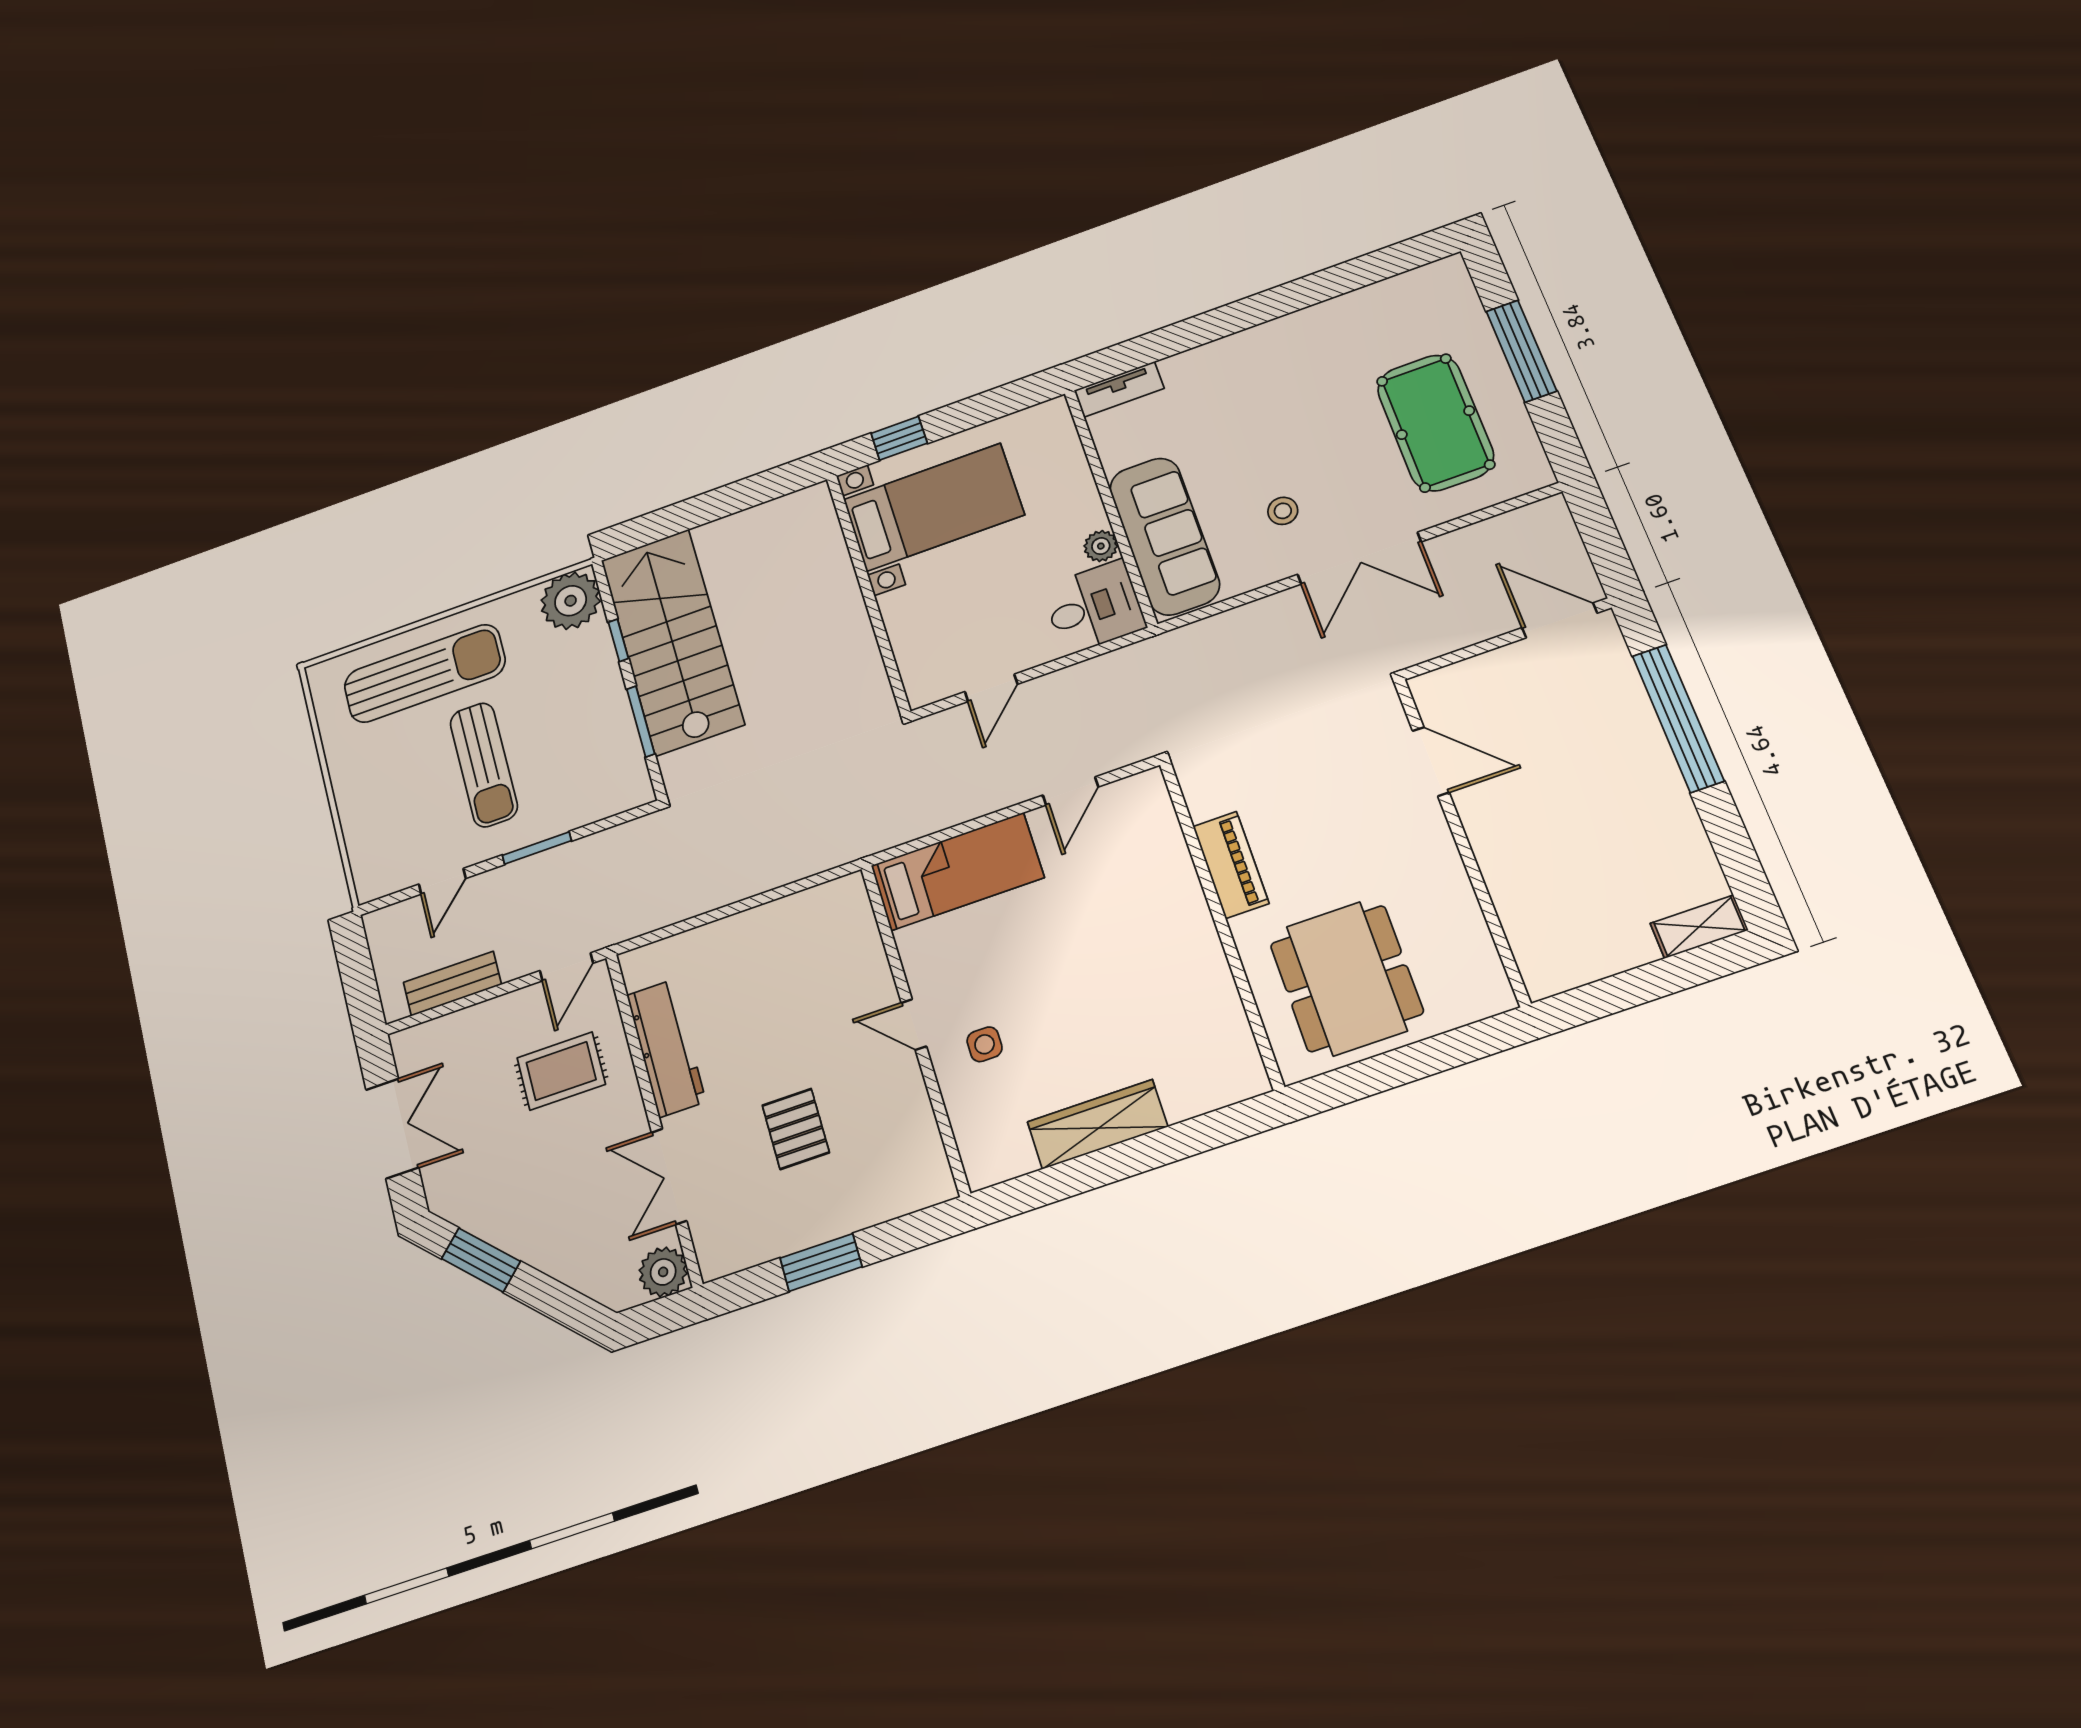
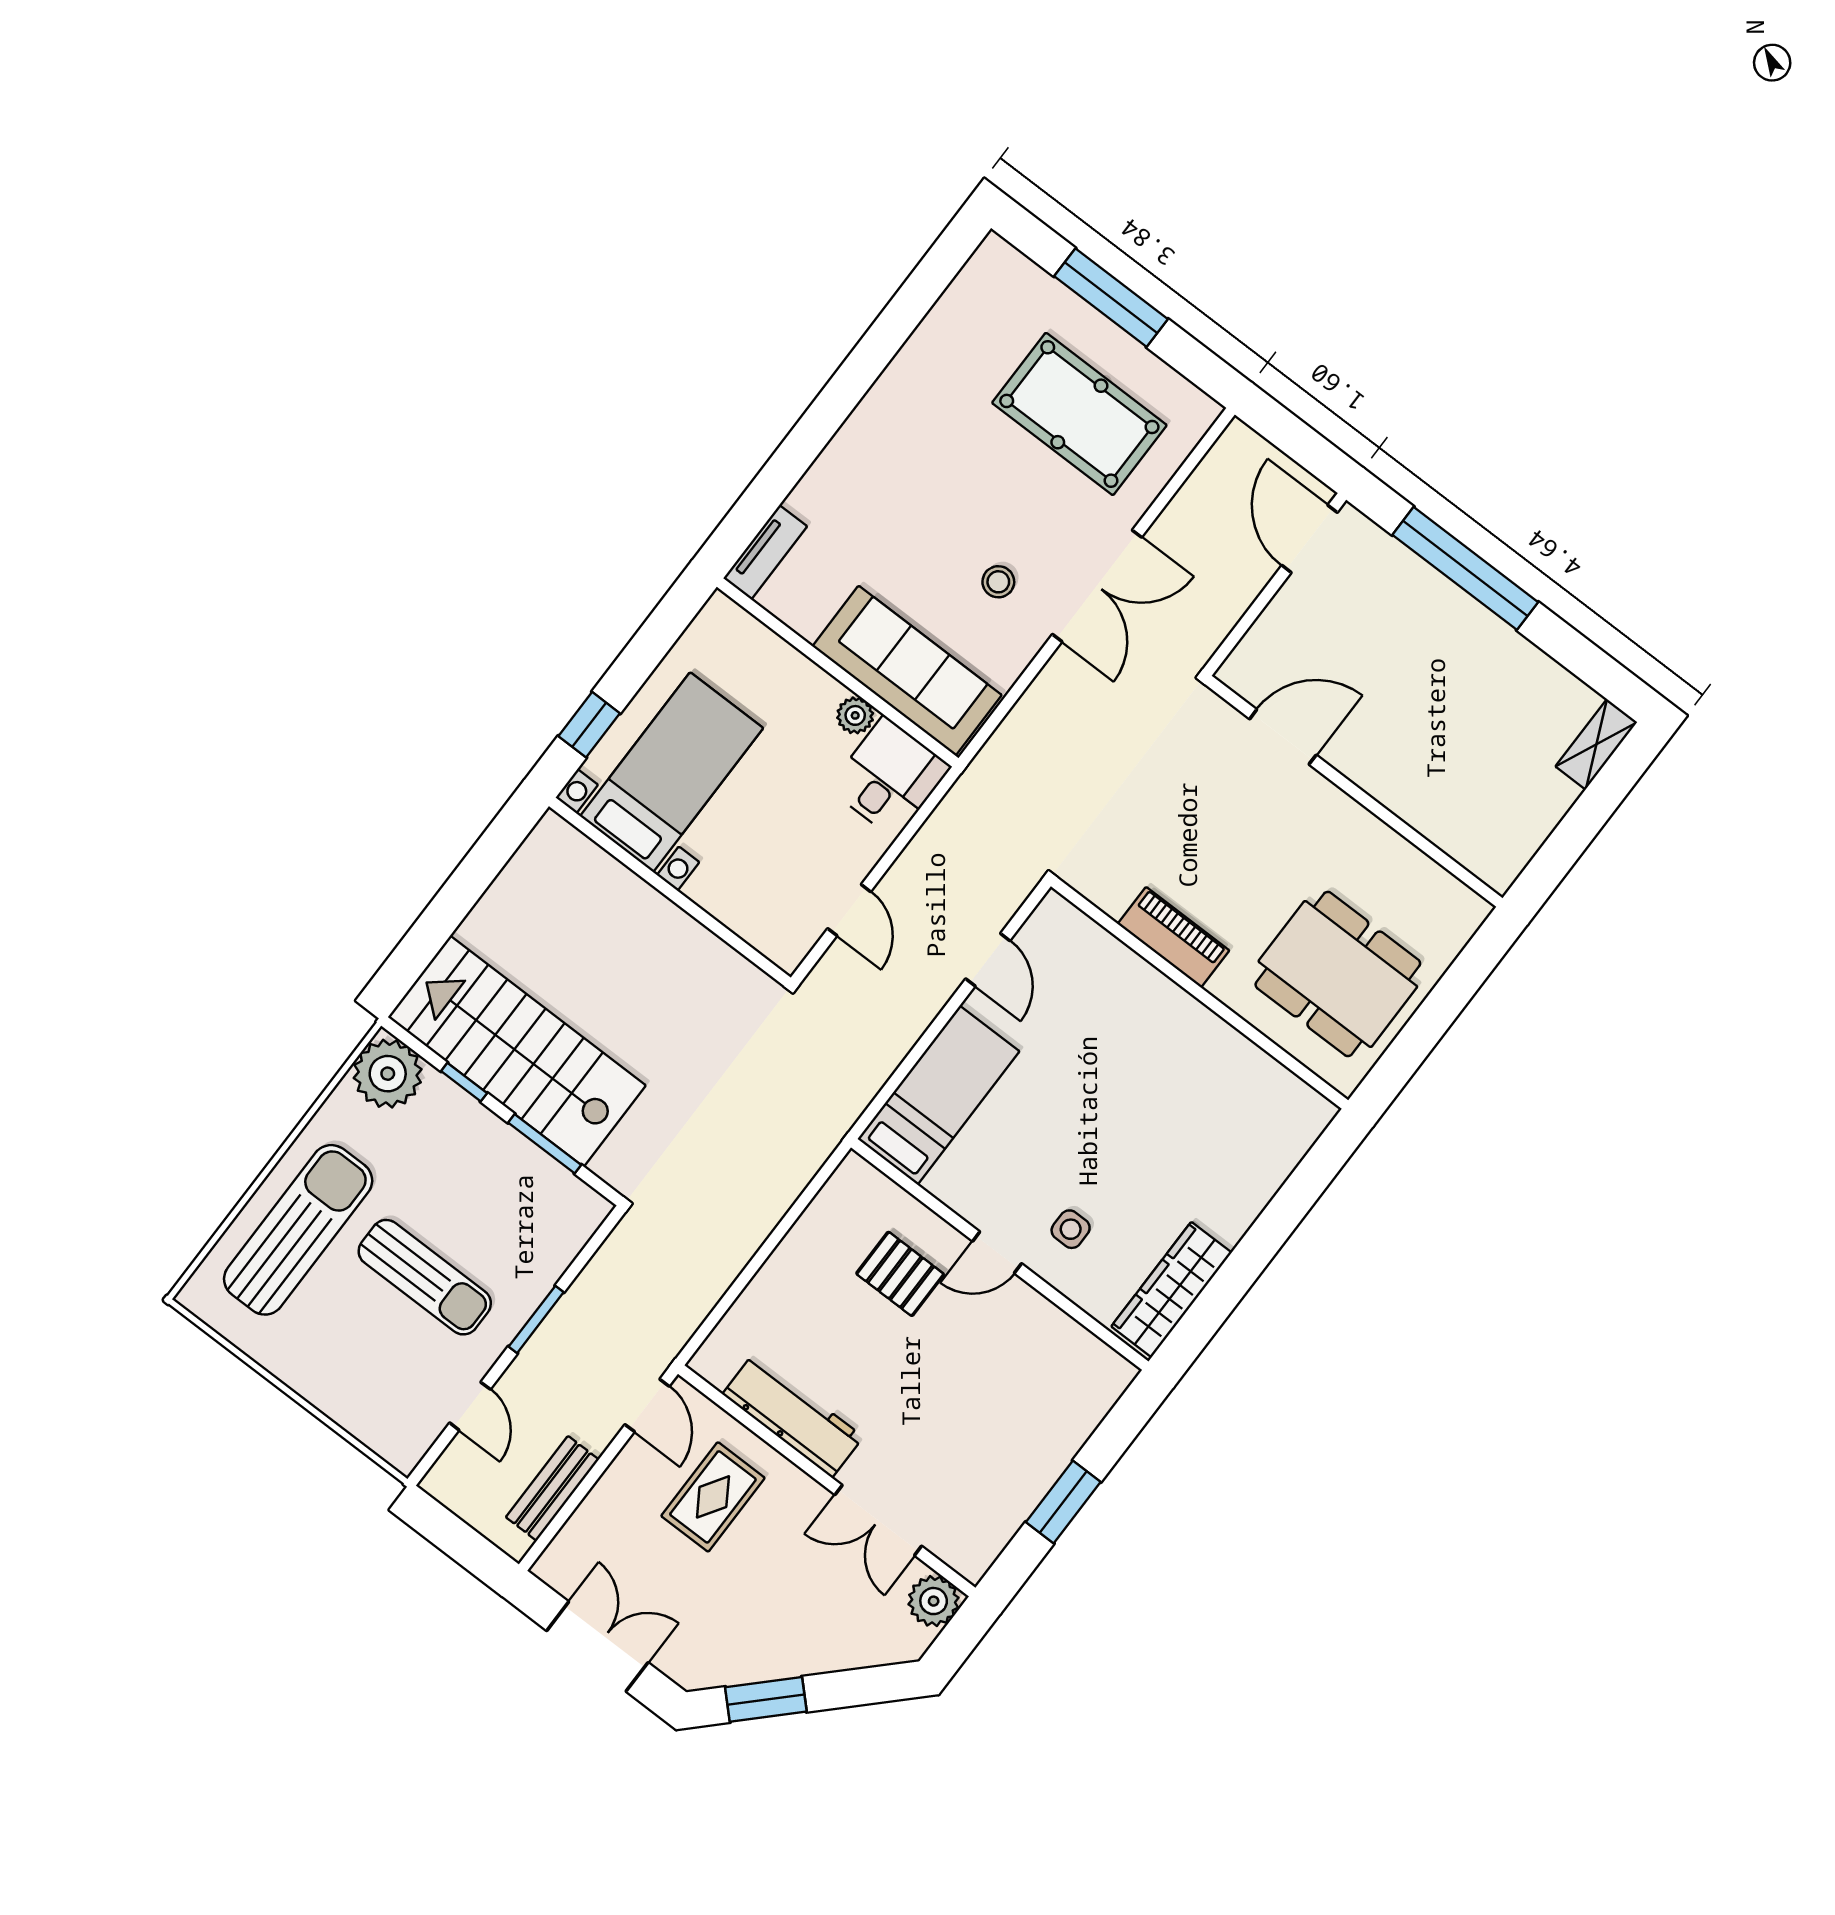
door: (1560, 620) -> (1310, 539), hinge flipped
wardrobe: (1097, 1124) -> (1171, 1290), moved
pallet: (796, 1129) -> (900, 1274), moved

